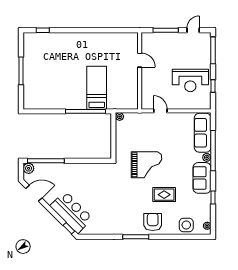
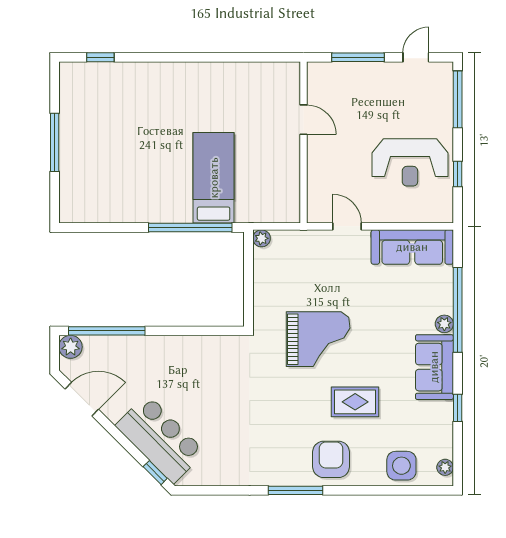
sofa: (203, 133) -> (412, 247), moved, turned -90

